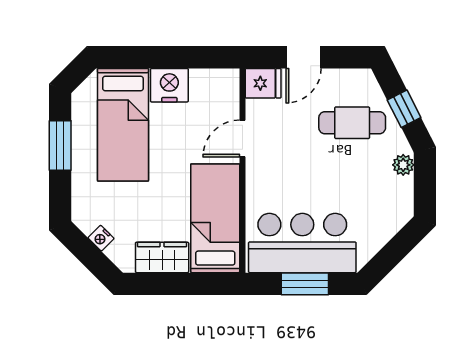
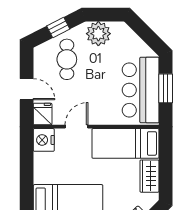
nightstand: (169, 85) -> (44, 140), moved
door: (243, 138) -> (76, 127), swing flipped
plant: (403, 165) -> (98, 34), width x1.87, depth x1.87

